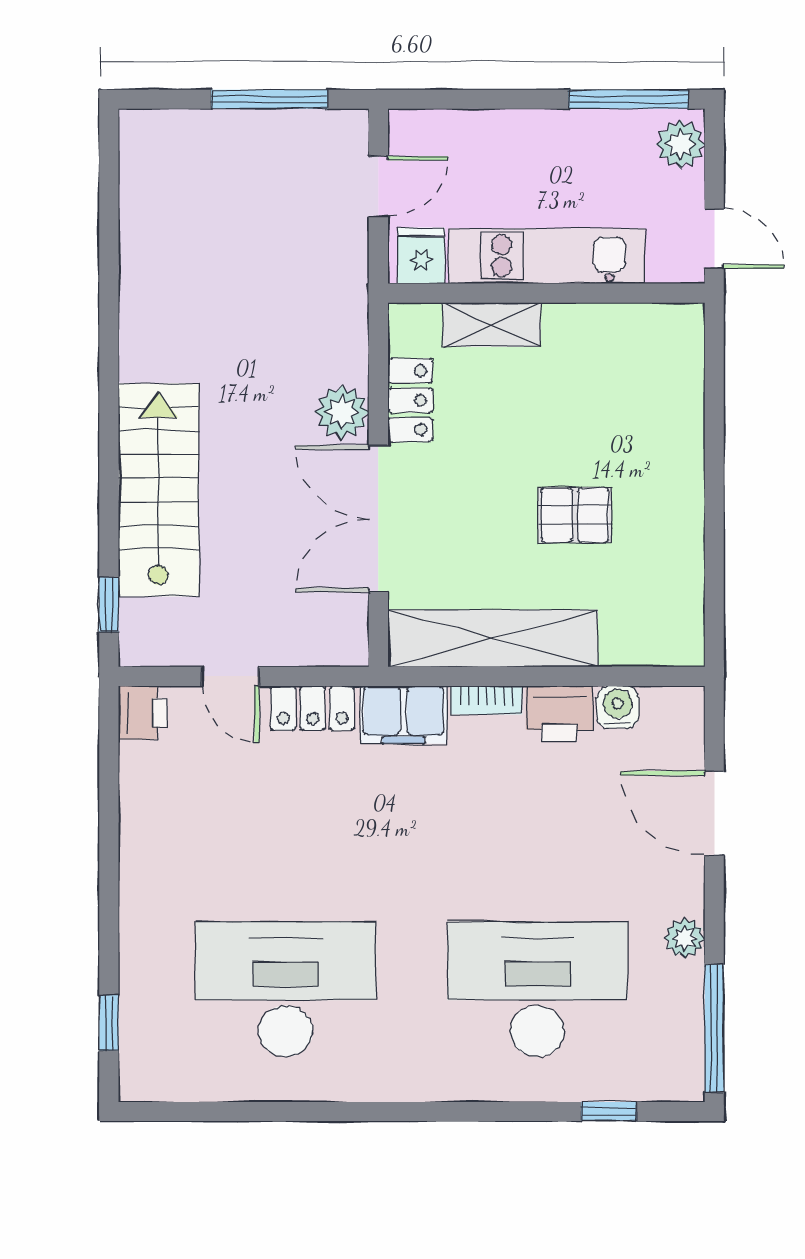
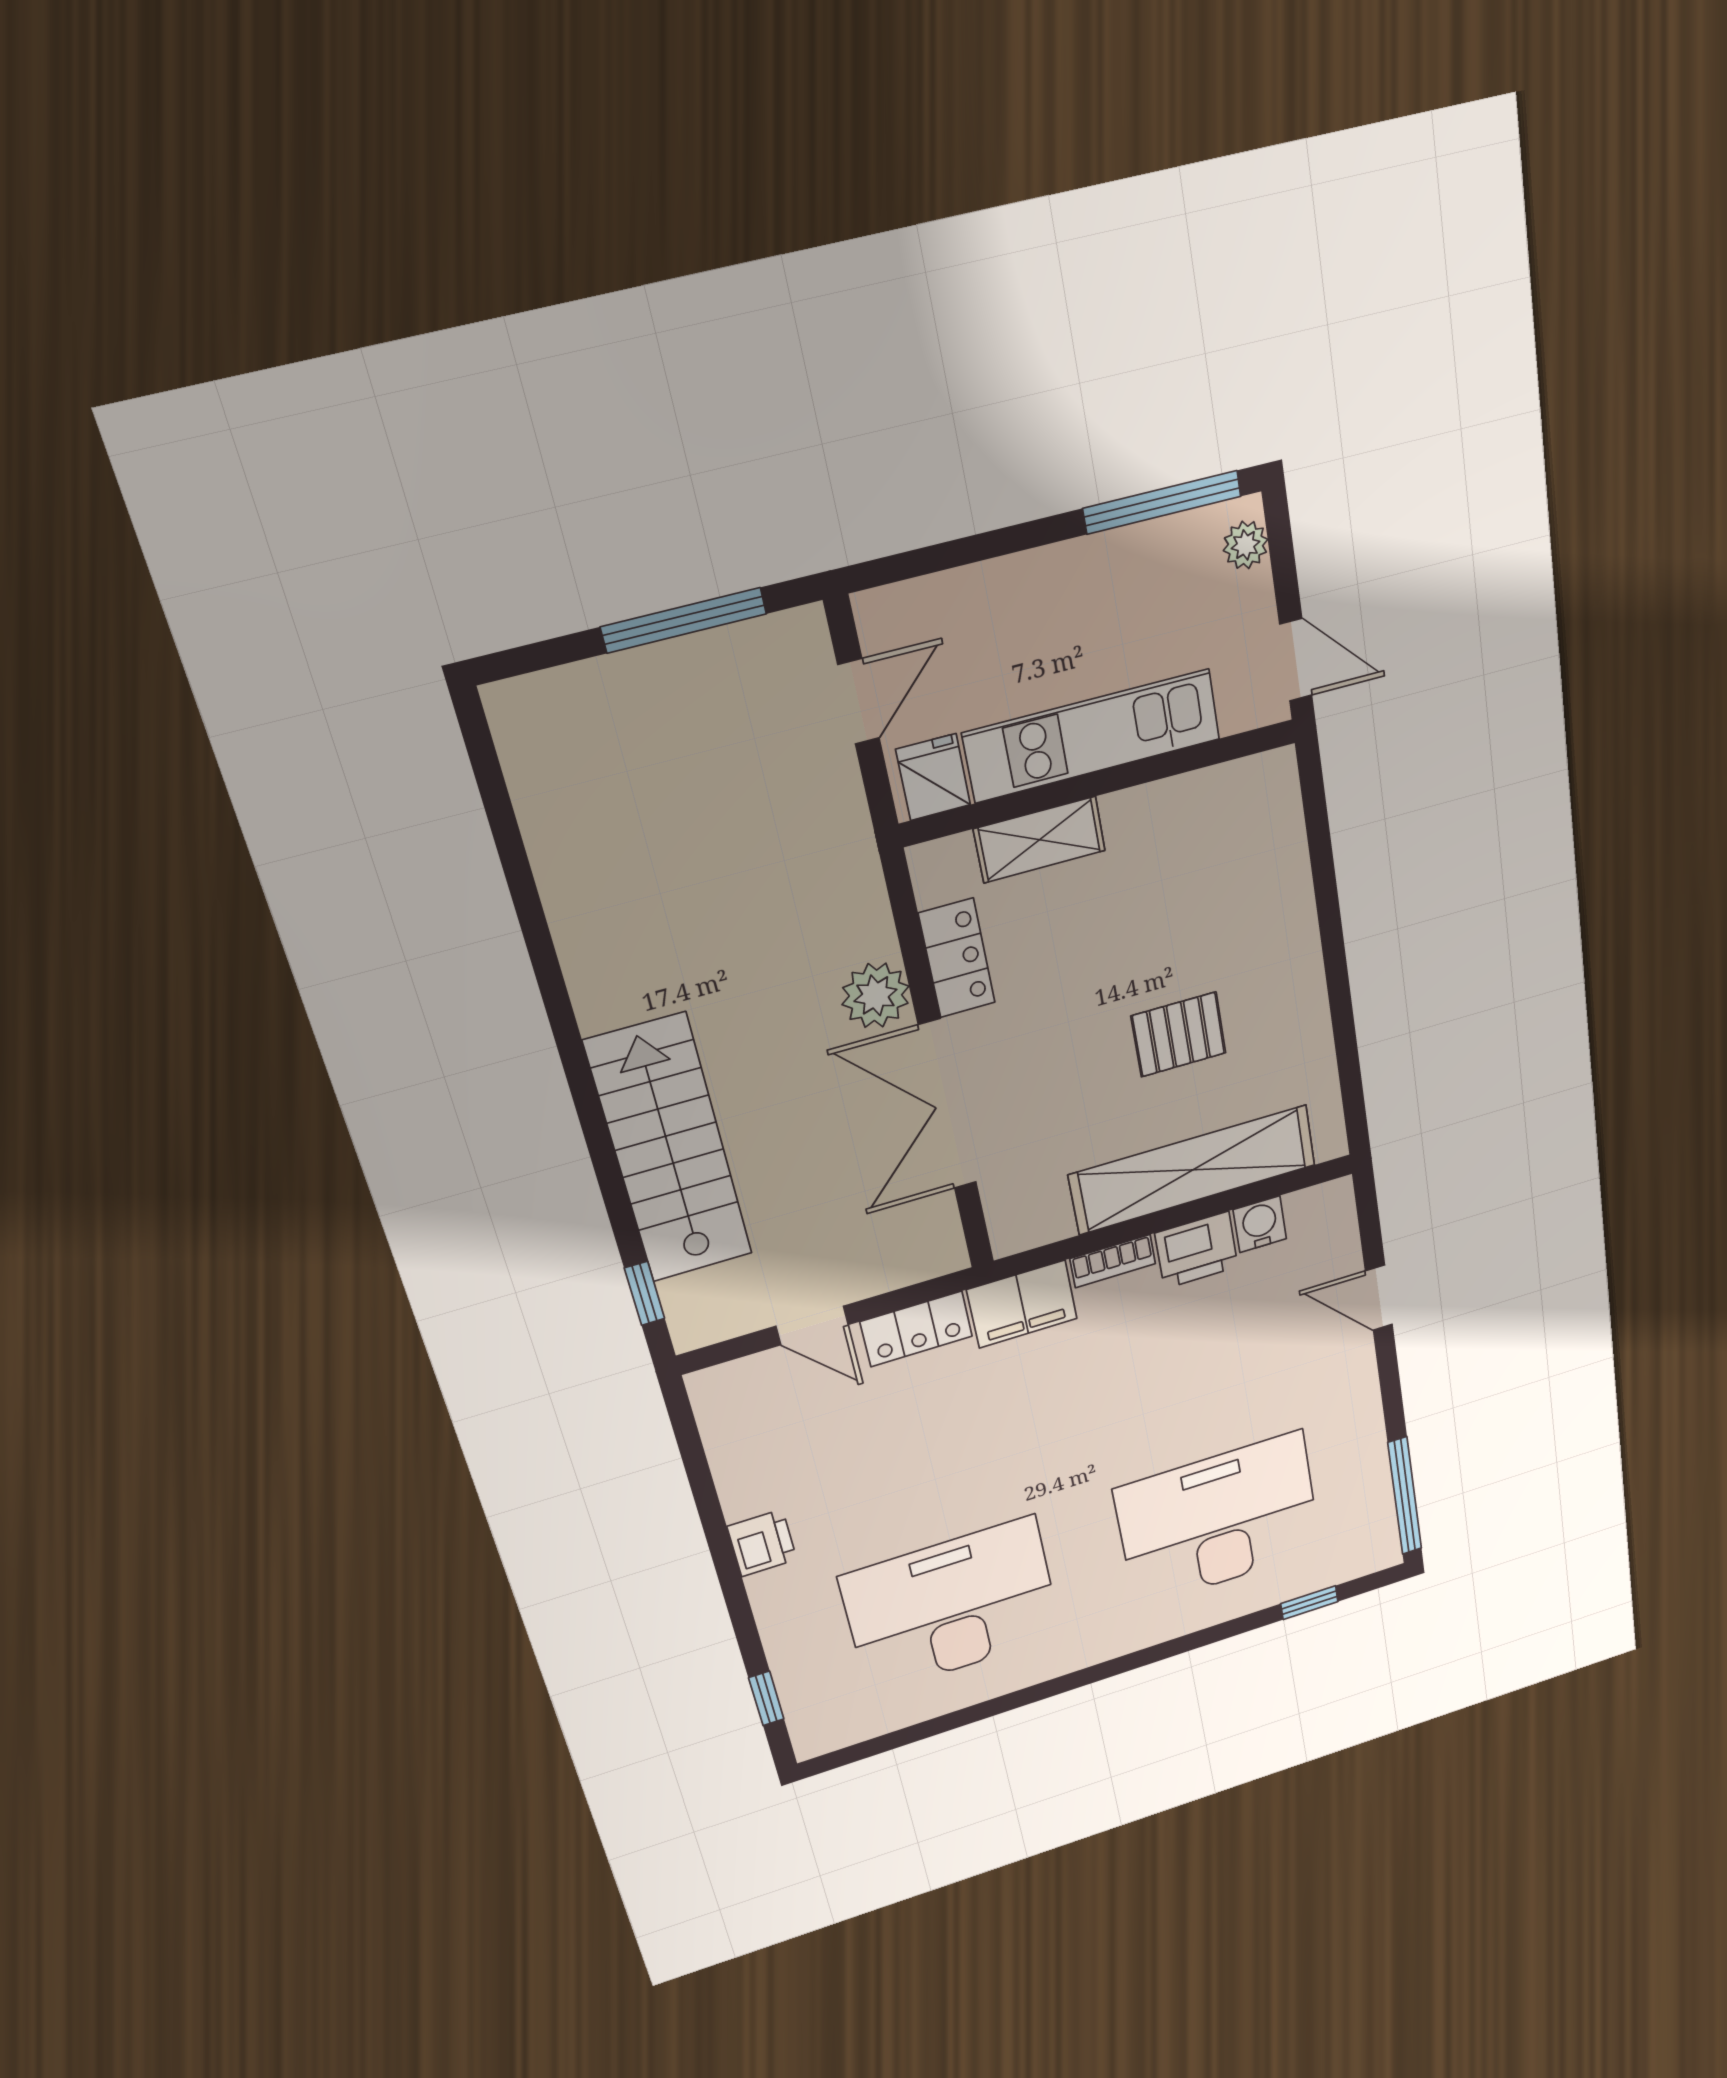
plant: (680, 144) -> (1246, 545), width x0.73, depth x0.73
shelving: (493, 638) -> (1193, 1170), moved
printer: (143, 713) -> (762, 1543), moved
door: (714, 813) -> (1379, 1298), width x0.73
plant: (685, 938) -> (1364, 1425), removed

